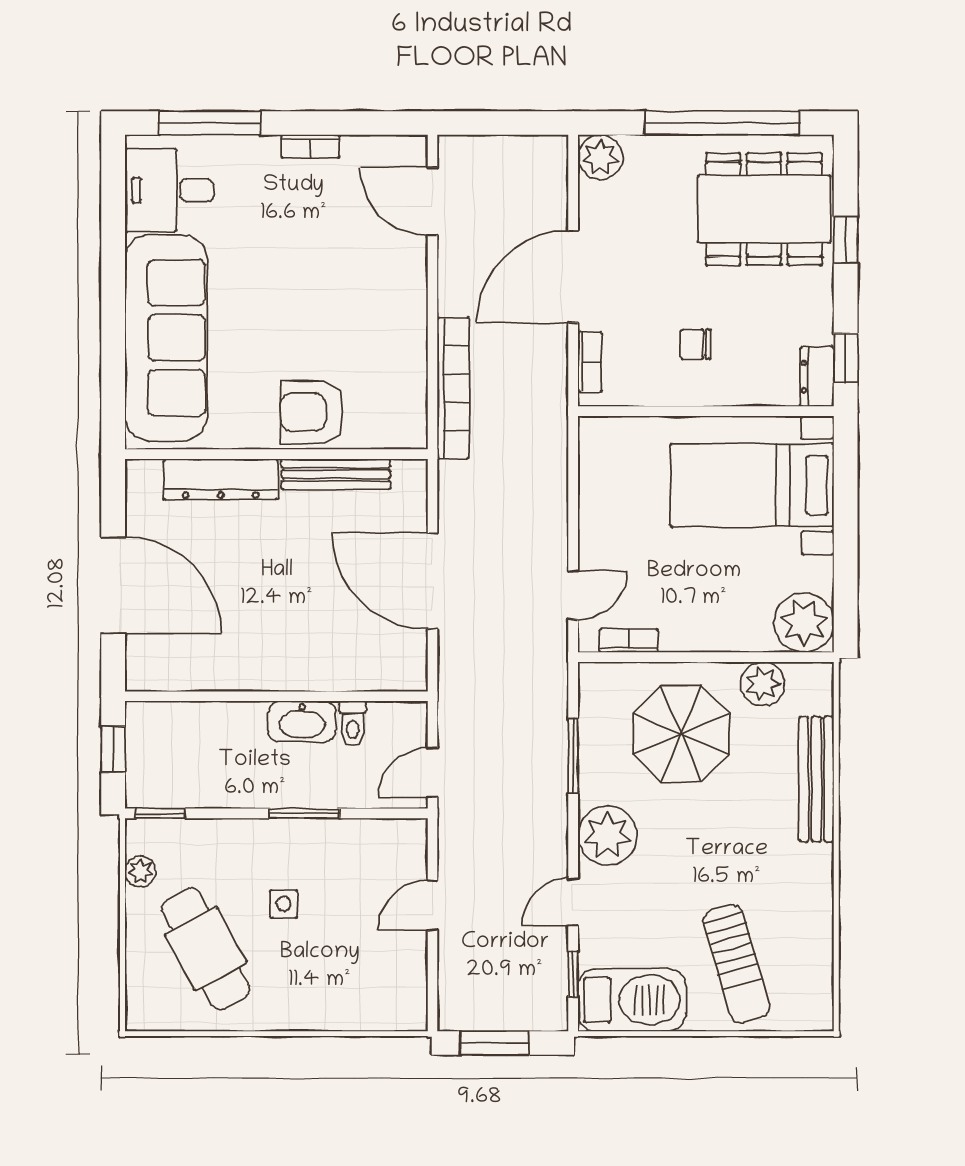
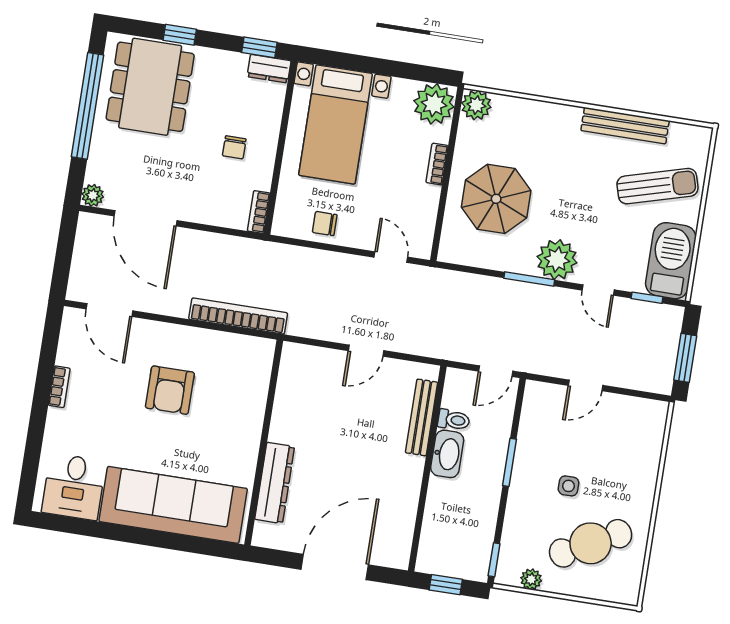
window: (209, 123) -> (33, 452), removed
plant: (600, 157) -> (93, 195), width x0.73, depth x0.73
door: (433, 201) -> (109, 310), hinge flipped
door: (573, 277) -> (146, 218), moved
bookcase: (590, 362) -> (259, 212), moved, turned -90
armchair: (312, 412) -> (170, 390), moved
bench: (336, 474) -> (422, 417), moved
chair: (606, 492) -> (325, 224), added
door: (433, 581) -> (366, 351), width x0.53
bookcase: (628, 641) -> (437, 164), moved
plant: (763, 684) -> (476, 105), moved
window: (573, 756) -> (529, 279), moved
door: (433, 772) -> (496, 371), hinge flipped
bench: (816, 779) -> (625, 126), moved
door: (433, 905) -> (585, 385), hinge flipped

